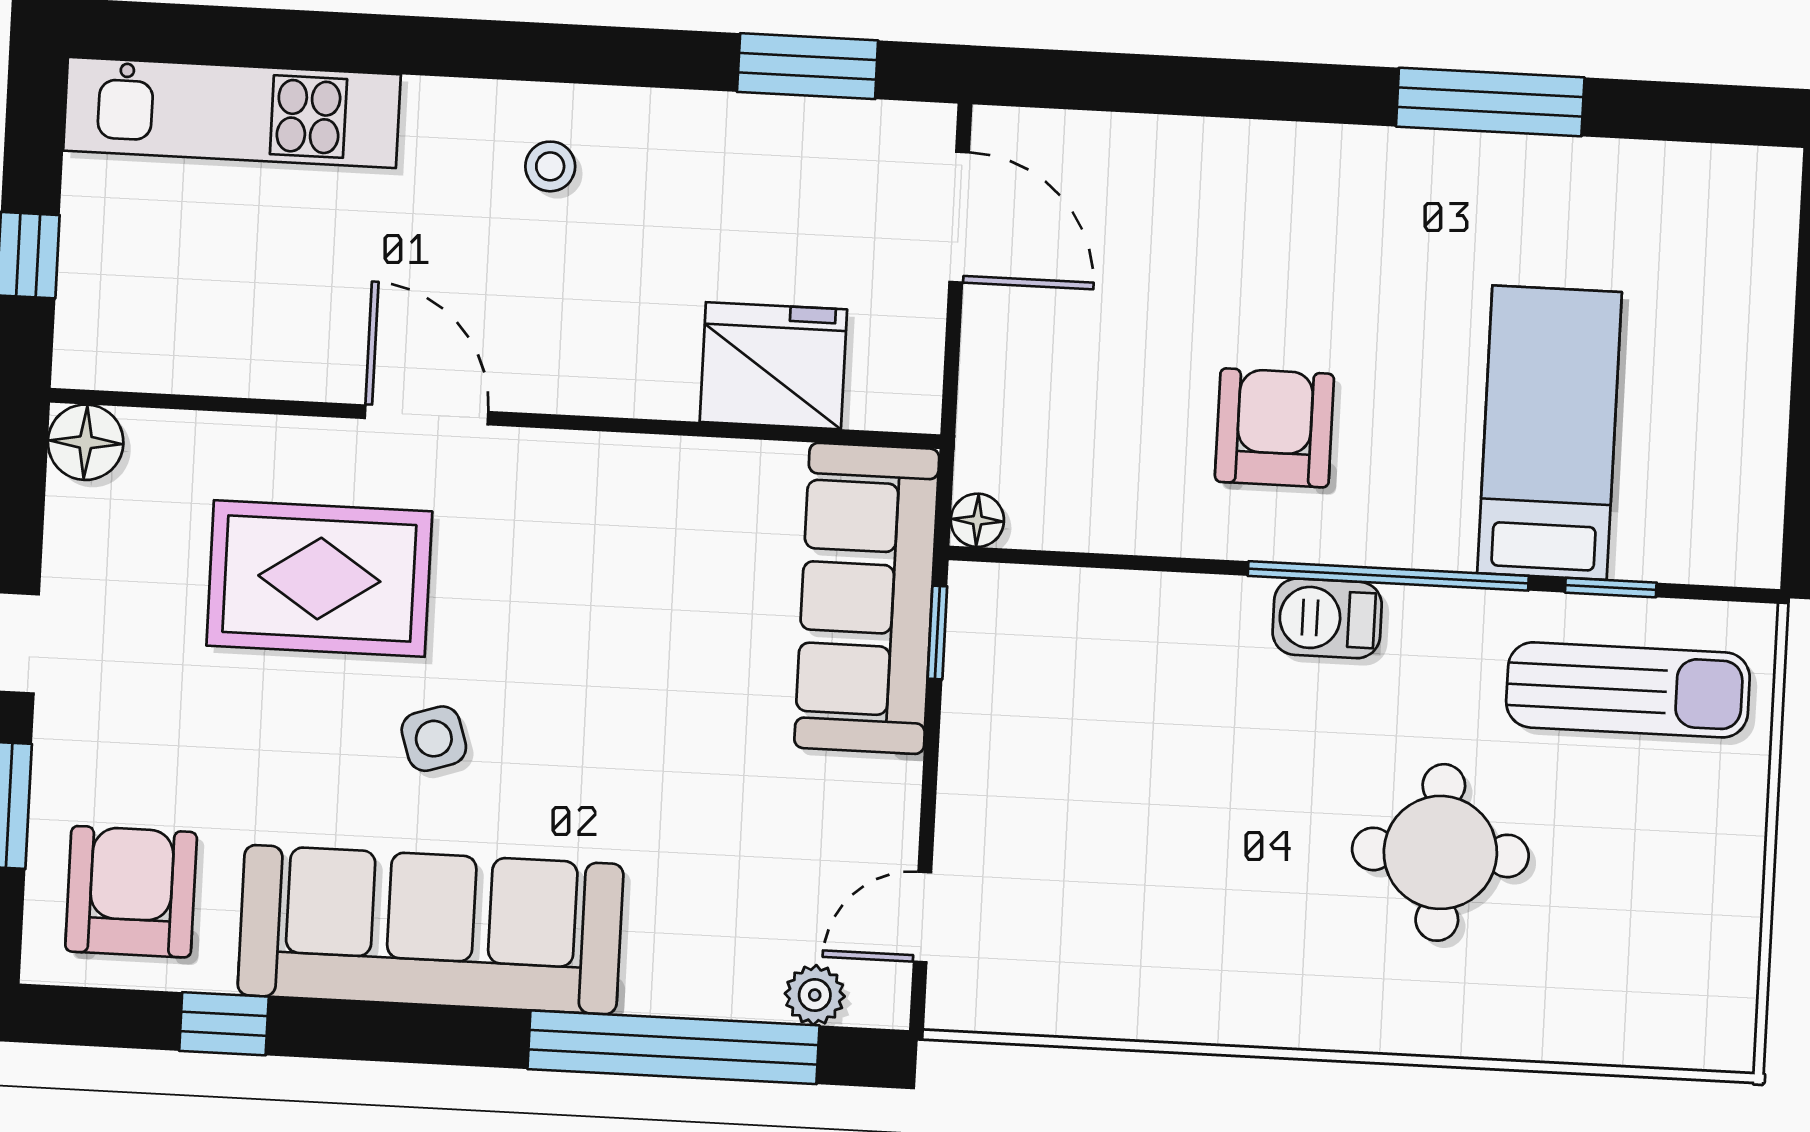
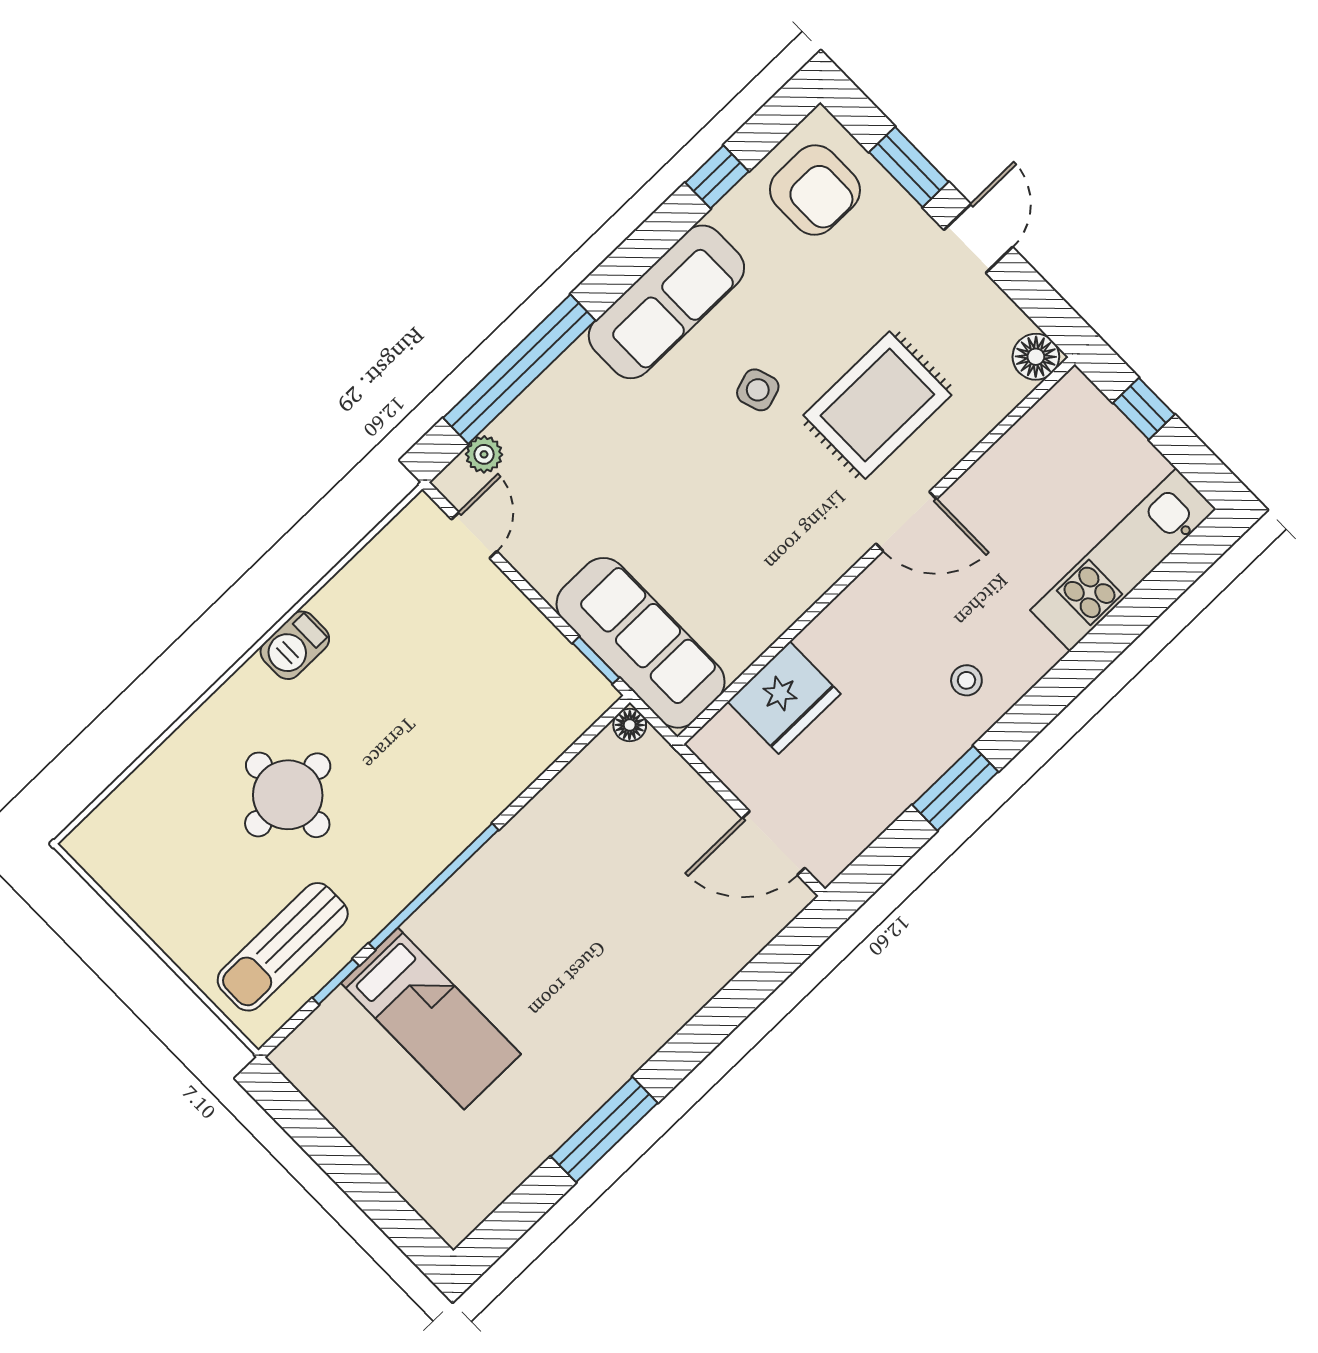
window: (808, 66) -> (955, 788), moved
armchair: (1274, 428) -> (548, 897), removed
barbecue: (1327, 618) -> (295, 645), moved, turned 180
sofa: (431, 930) -> (666, 302), width x0.74, depth x0.79

